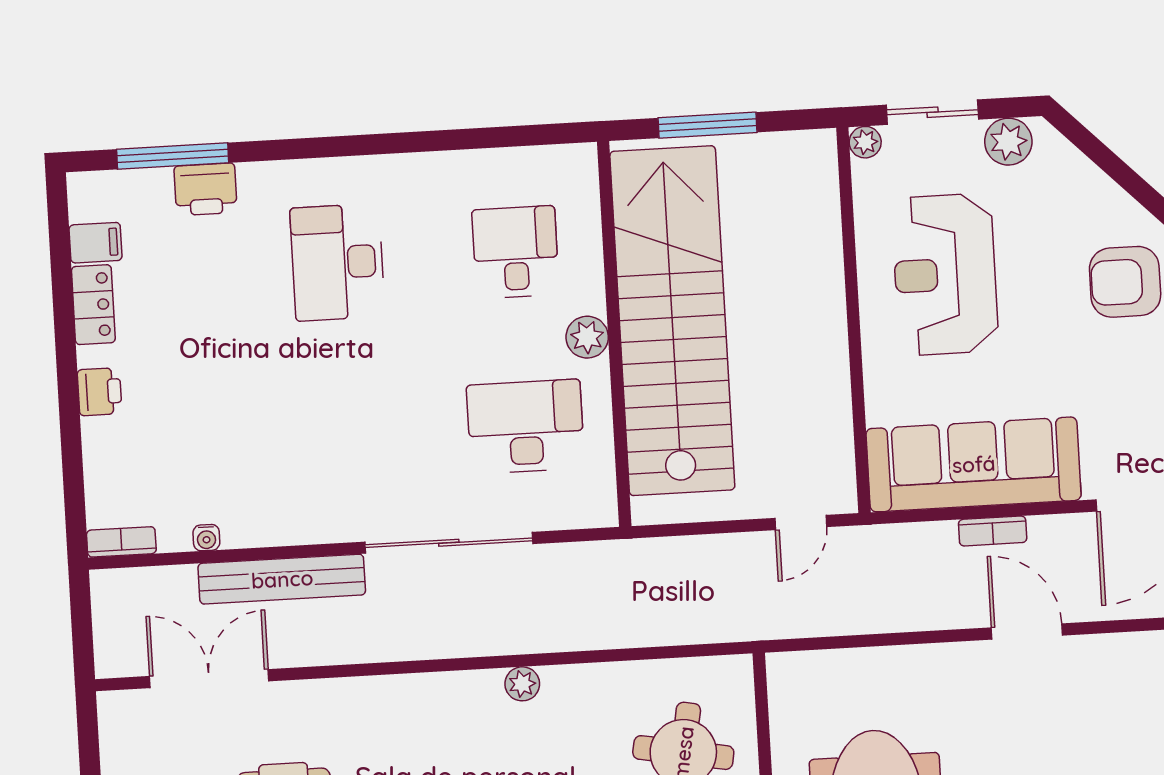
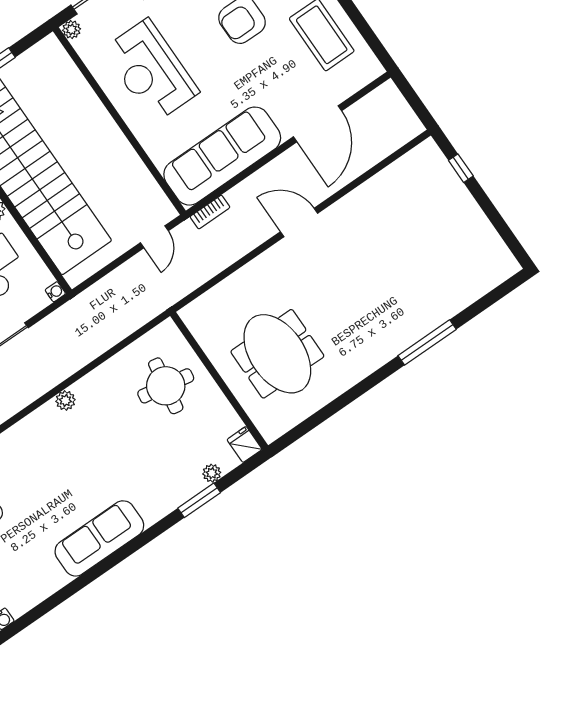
water cooler: (605, 514) -> (55, 292), added
bookcase: (993, 531) -> (210, 212), moved

